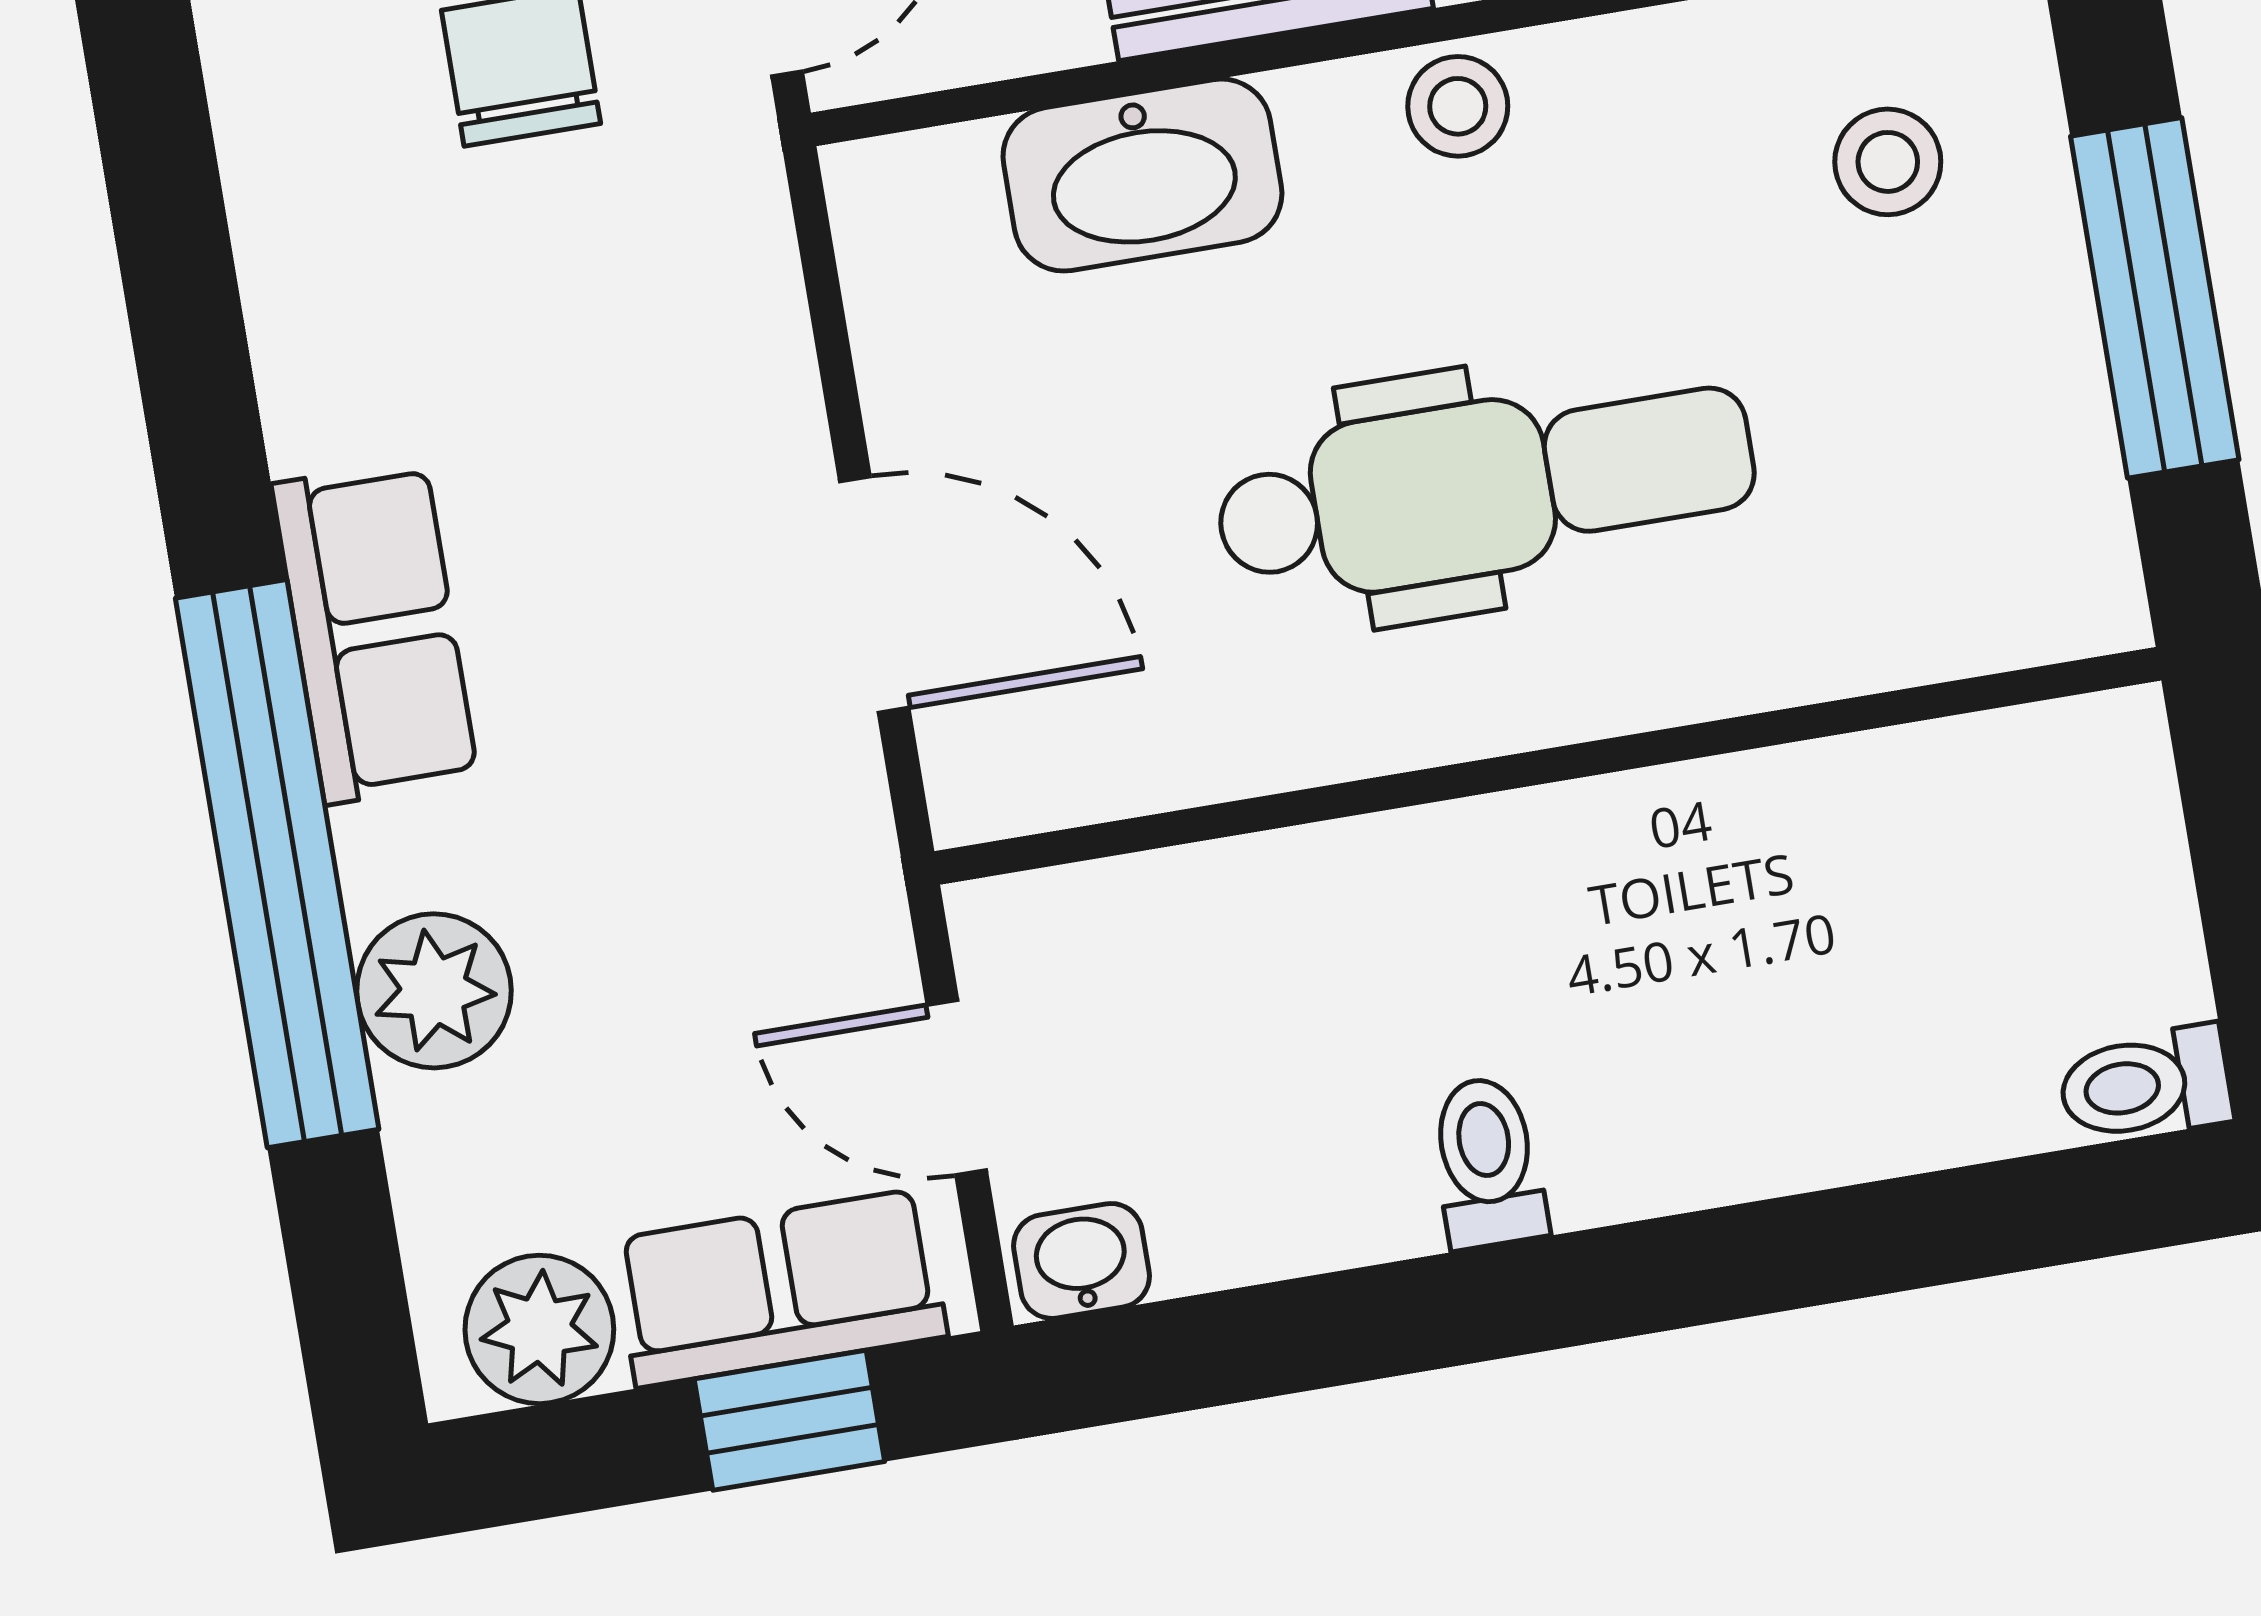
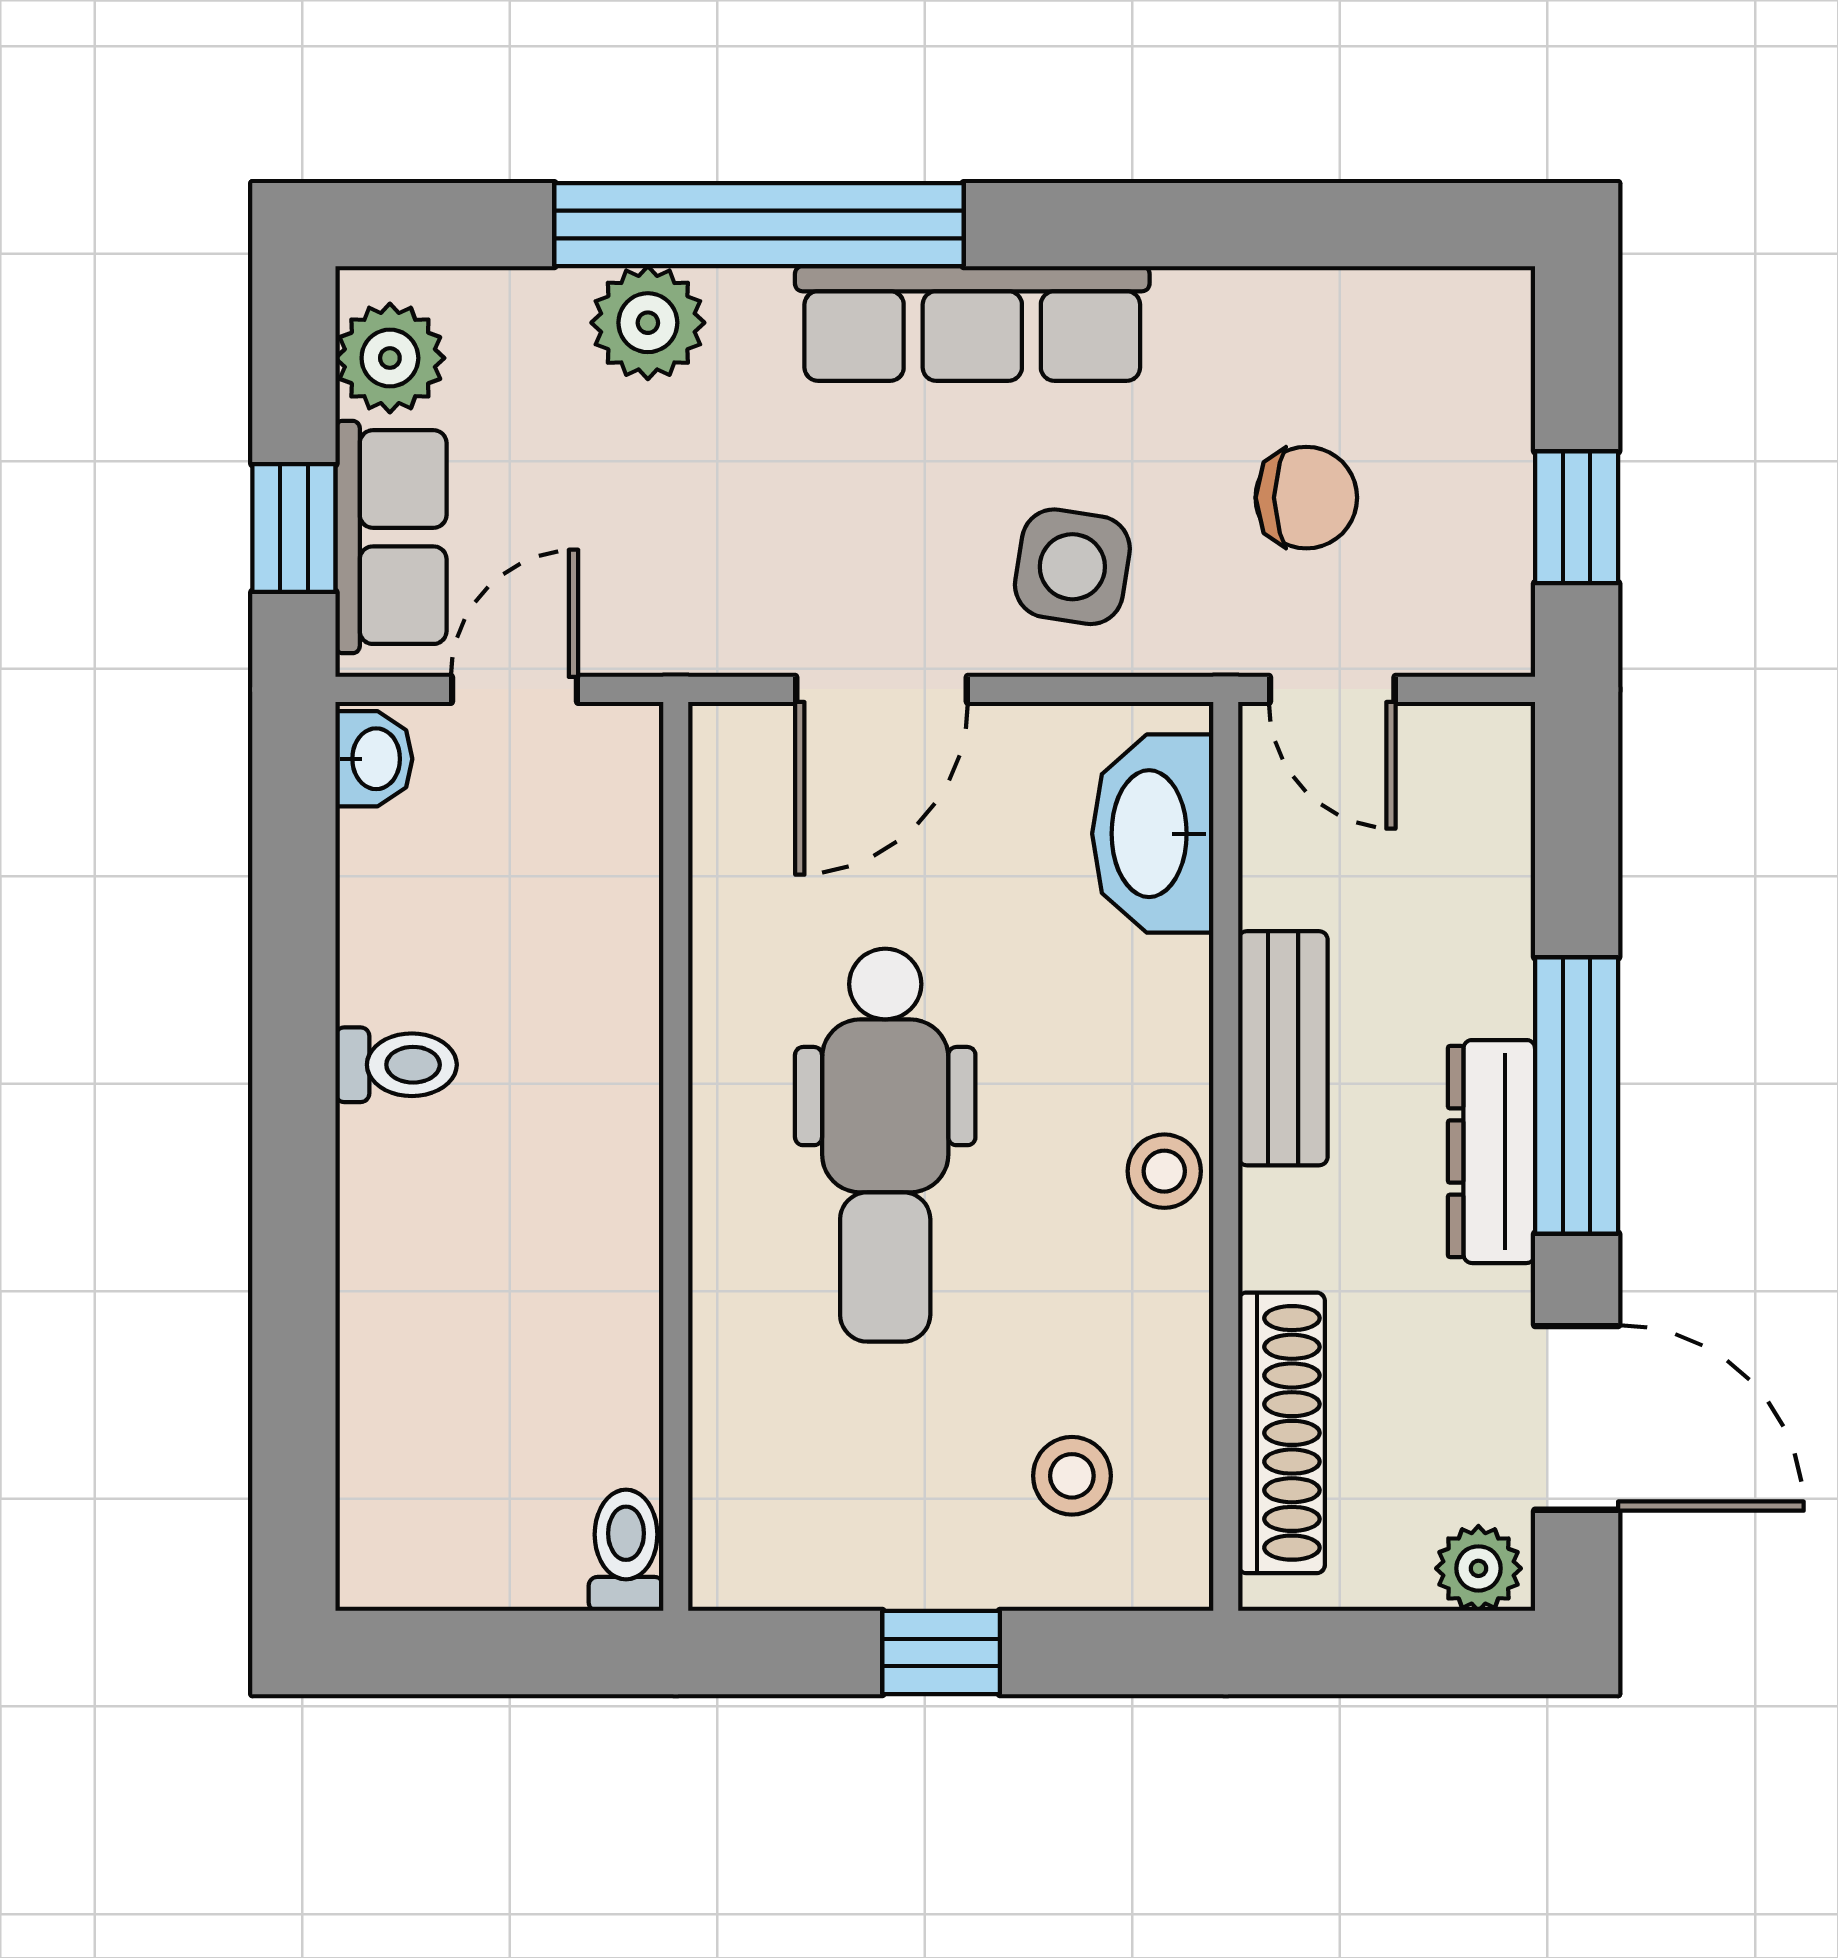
washbasin: (1142, 175) -> (1153, 834), moved
window: (2155, 298) -> (941, 1653), width x0.46
side table: (666, 366) -> (1072, 567), added
row of seats: (375, 632) -> (972, 323), width x1.48
toilet: (2145, 1085) -> (626, 1550), moved

